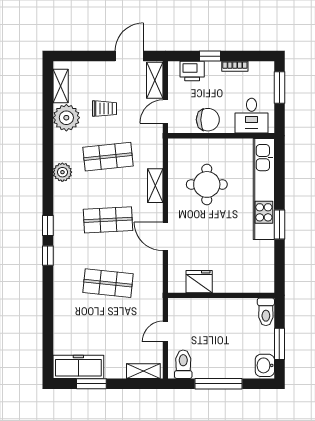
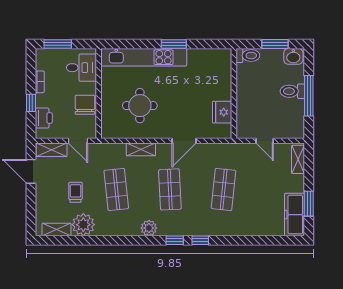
plant: (62, 172) -> (149, 228), moved
toilet: (183, 364) -> (292, 91), moved

